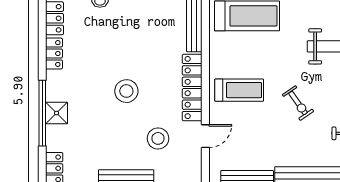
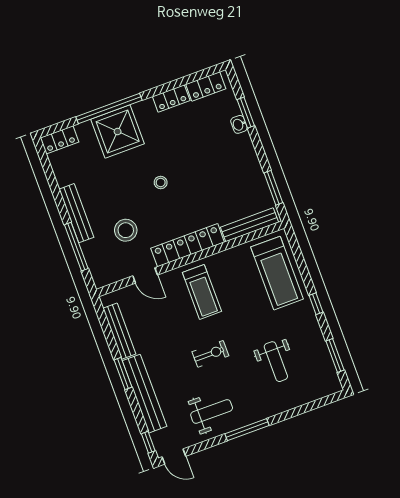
stool: (126, 91) -> (161, 182), width x0.53, depth x0.53
exercise bike: (298, 103) -> (210, 354), turned -145
shower: (57, 113) -> (118, 131), width x1.86, depth x1.86

